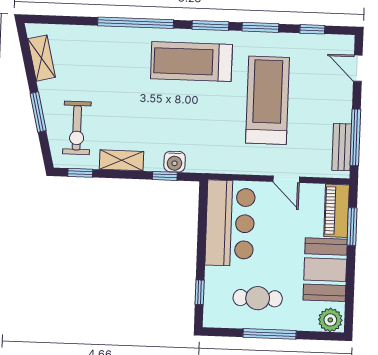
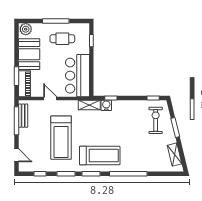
shelving: (121, 160) -> (89, 105), moved

